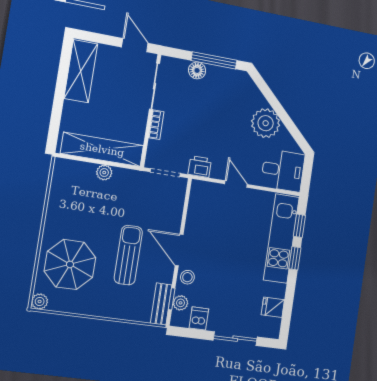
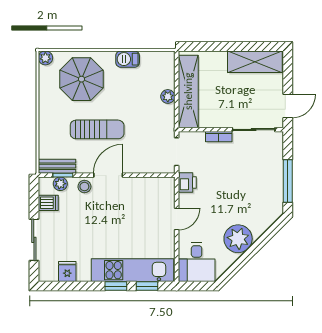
floor lamp: (197, 70) -> (275, 166), removed
barbecue: (56, 210) -> (128, 59), added

